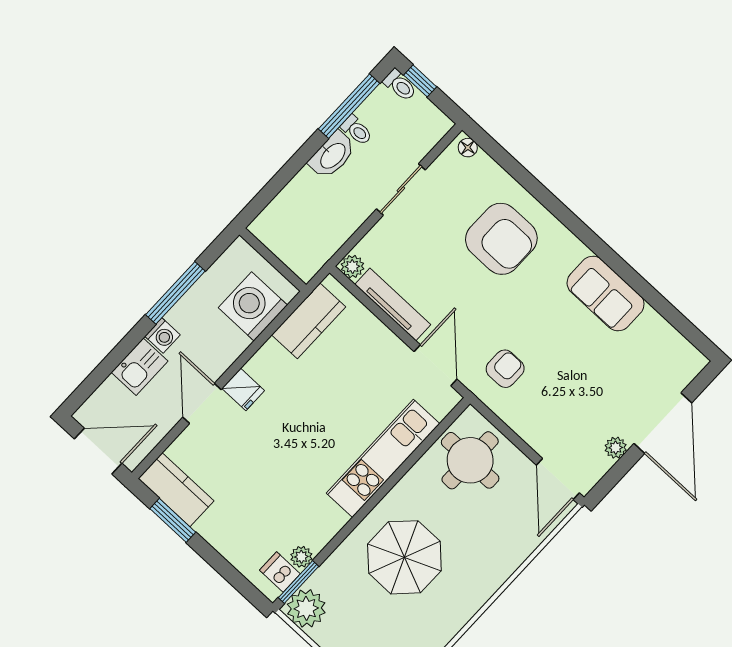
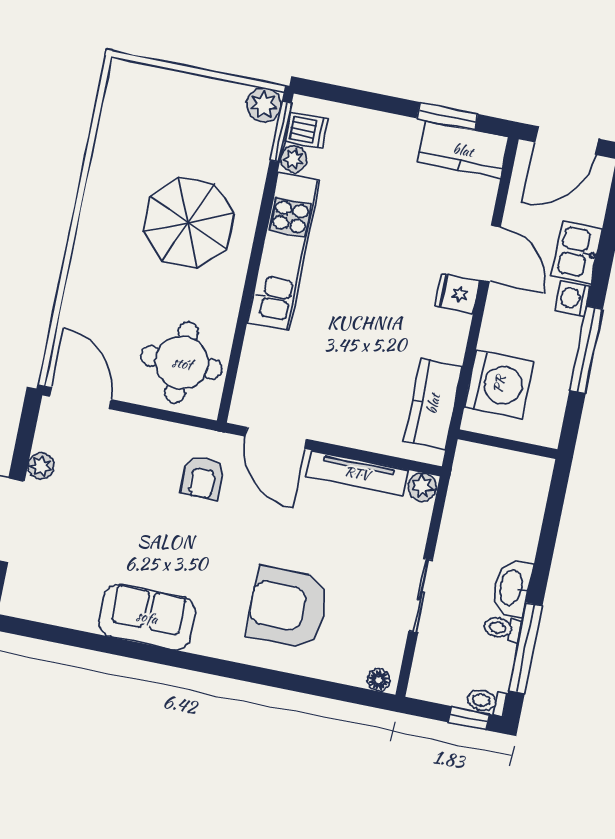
kitchen unit: (383, 458) -> (284, 251), moved
plant: (306, 608) -> (264, 105), width x0.73, depth x0.73

